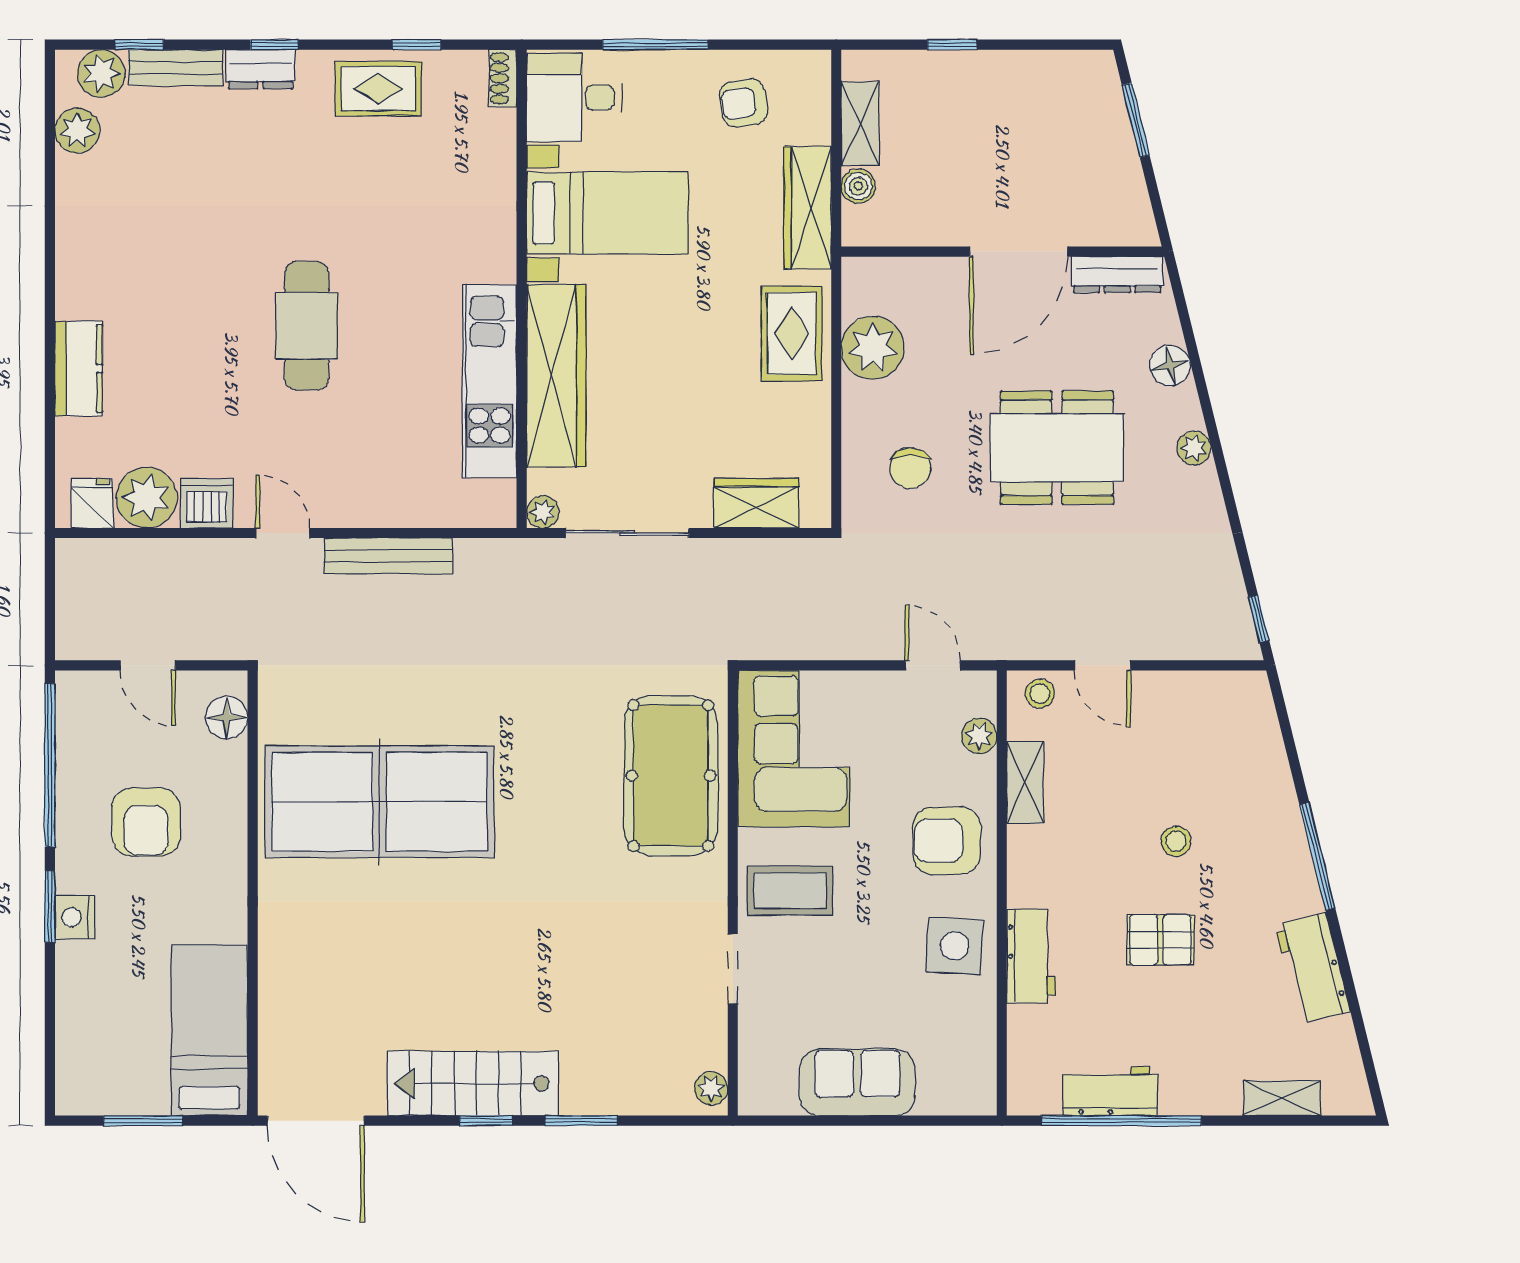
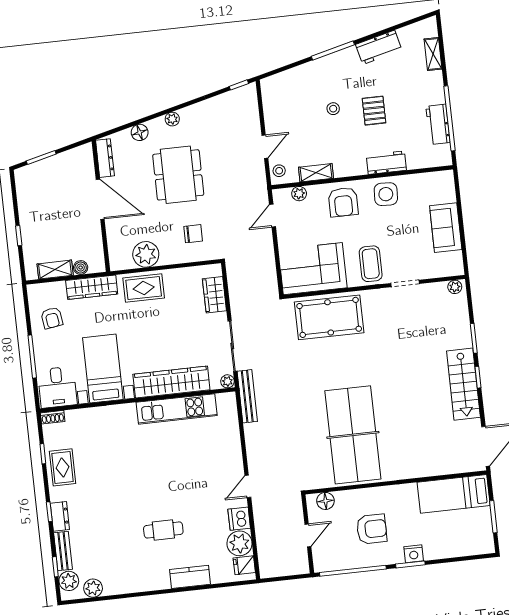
cafe table: (307, 326) -> (163, 530), moved, width x0.73, depth x0.74
bench: (388, 556) -> (247, 396), moved

